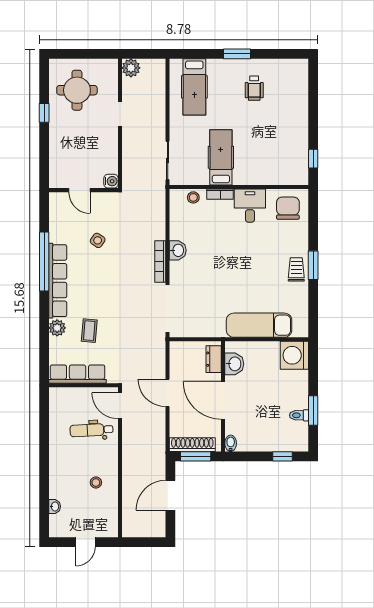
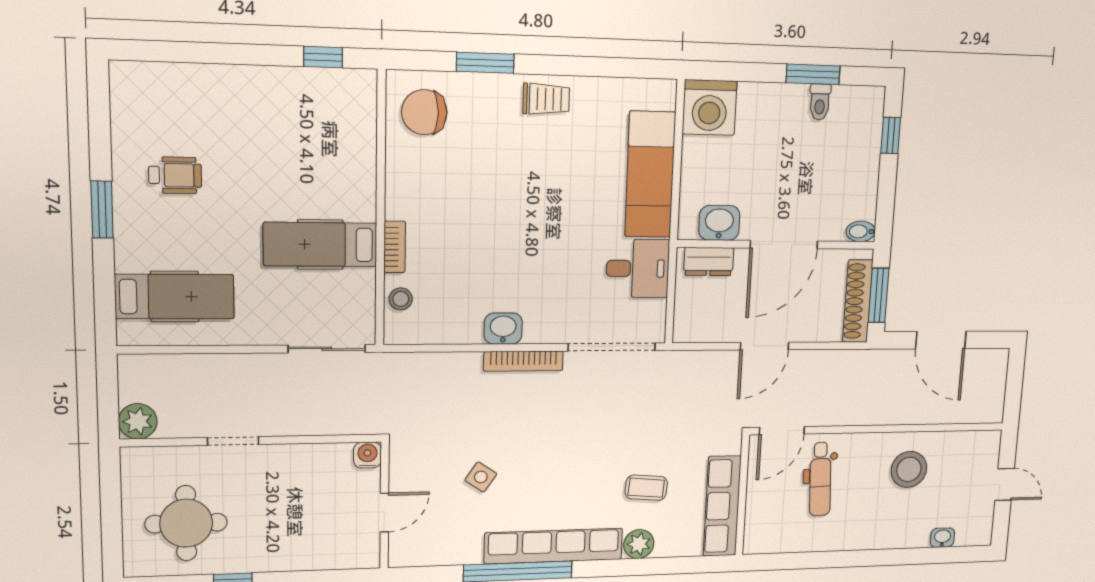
desk: (250, 206) -> (638, 268), moved, turned 180
window: (313, 265) -> (485, 63), moved
trolley: (296, 269) -> (546, 99), turned 180
stool: (96, 483) -> (909, 469), width x1.89, depth x1.89

